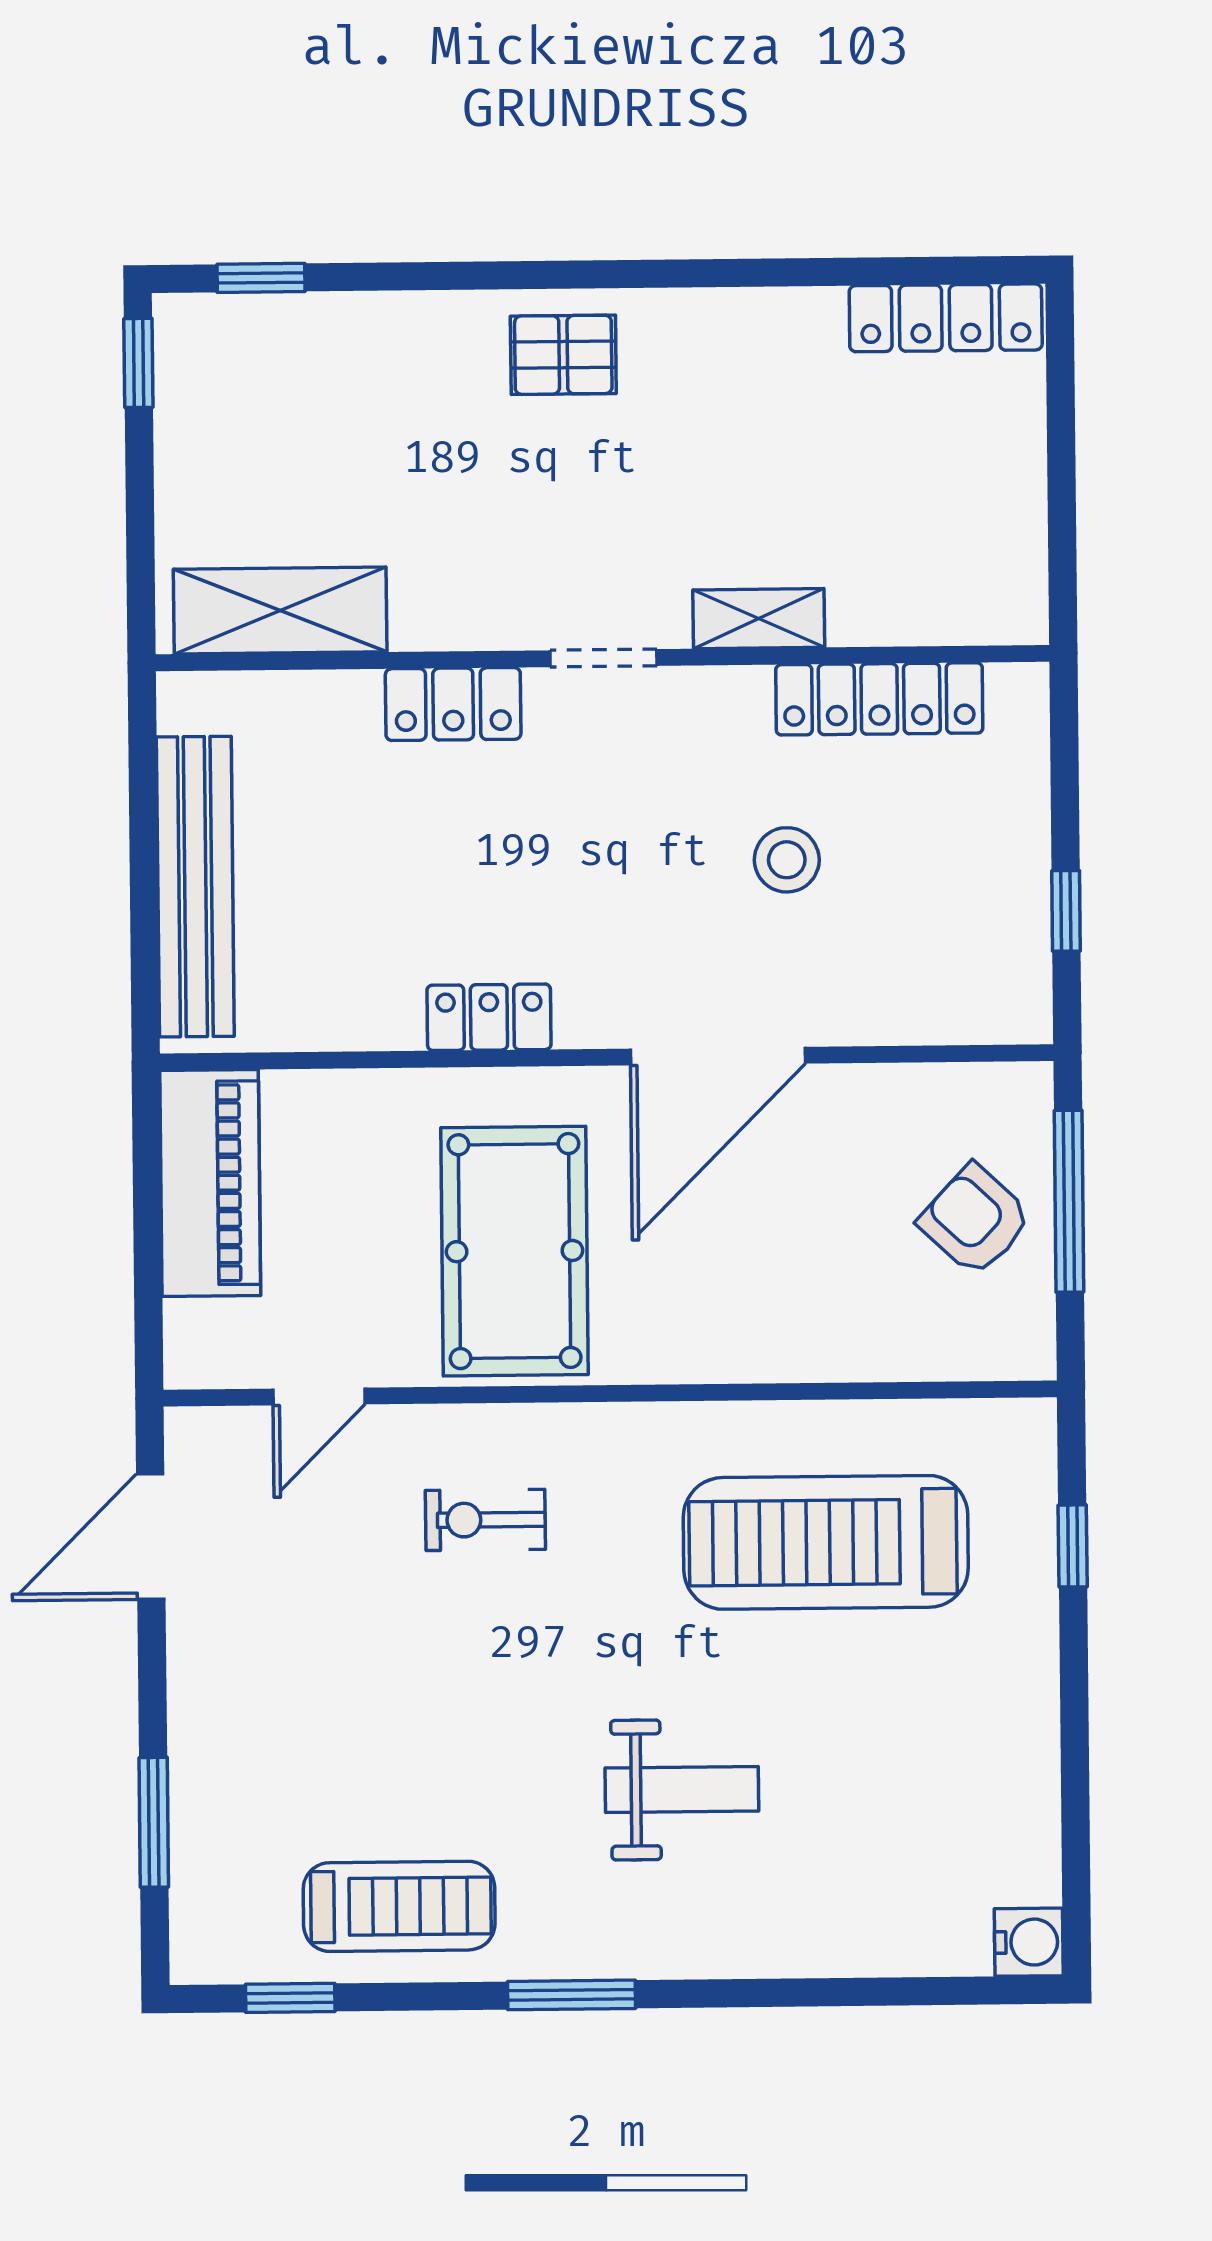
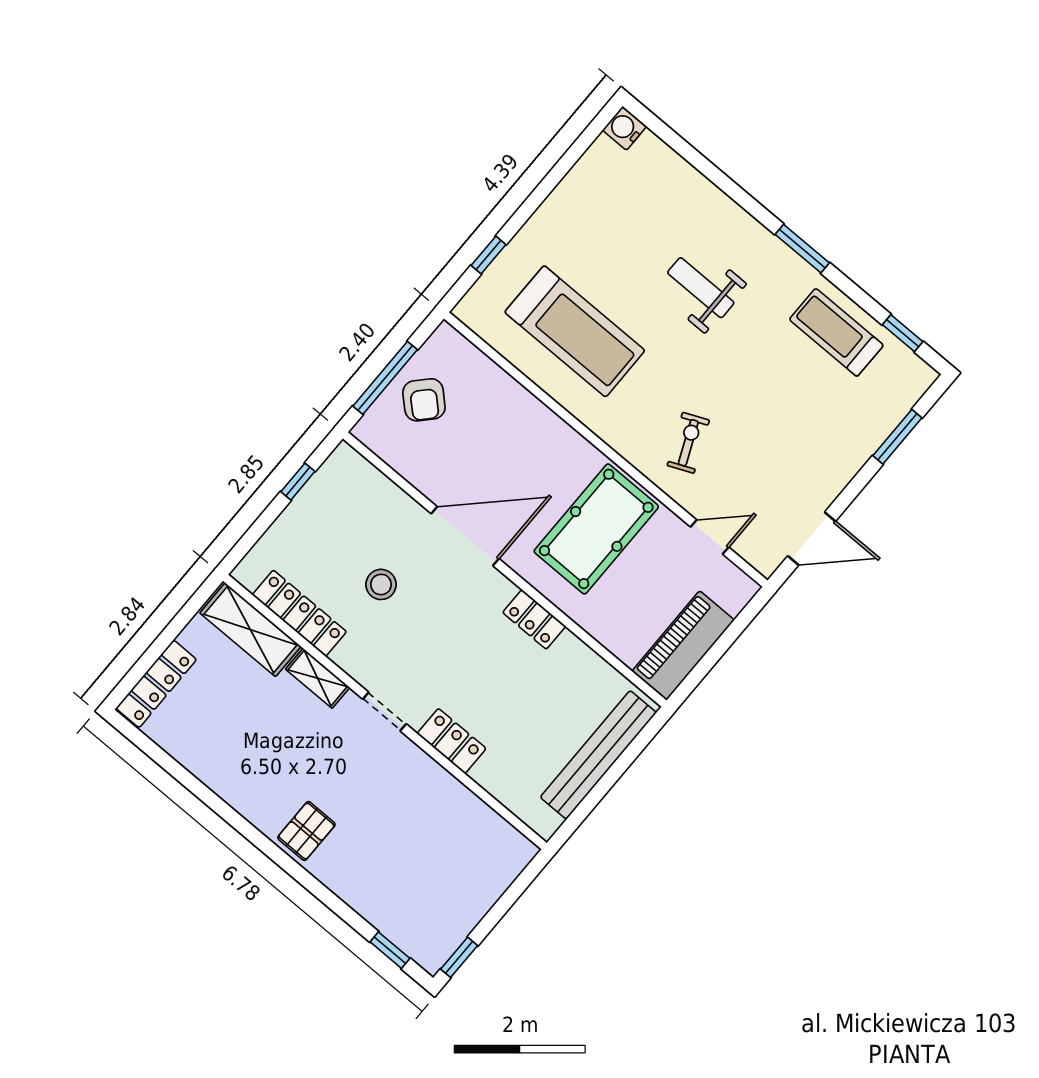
locker: (946, 318) -> (156, 684), moved, turned 90
pallet: (563, 355) -> (306, 831), turned 90
shelving: (280, 611) -> (250, 630), moved
exercise bike: (485, 1520) -> (688, 443), turned -114

